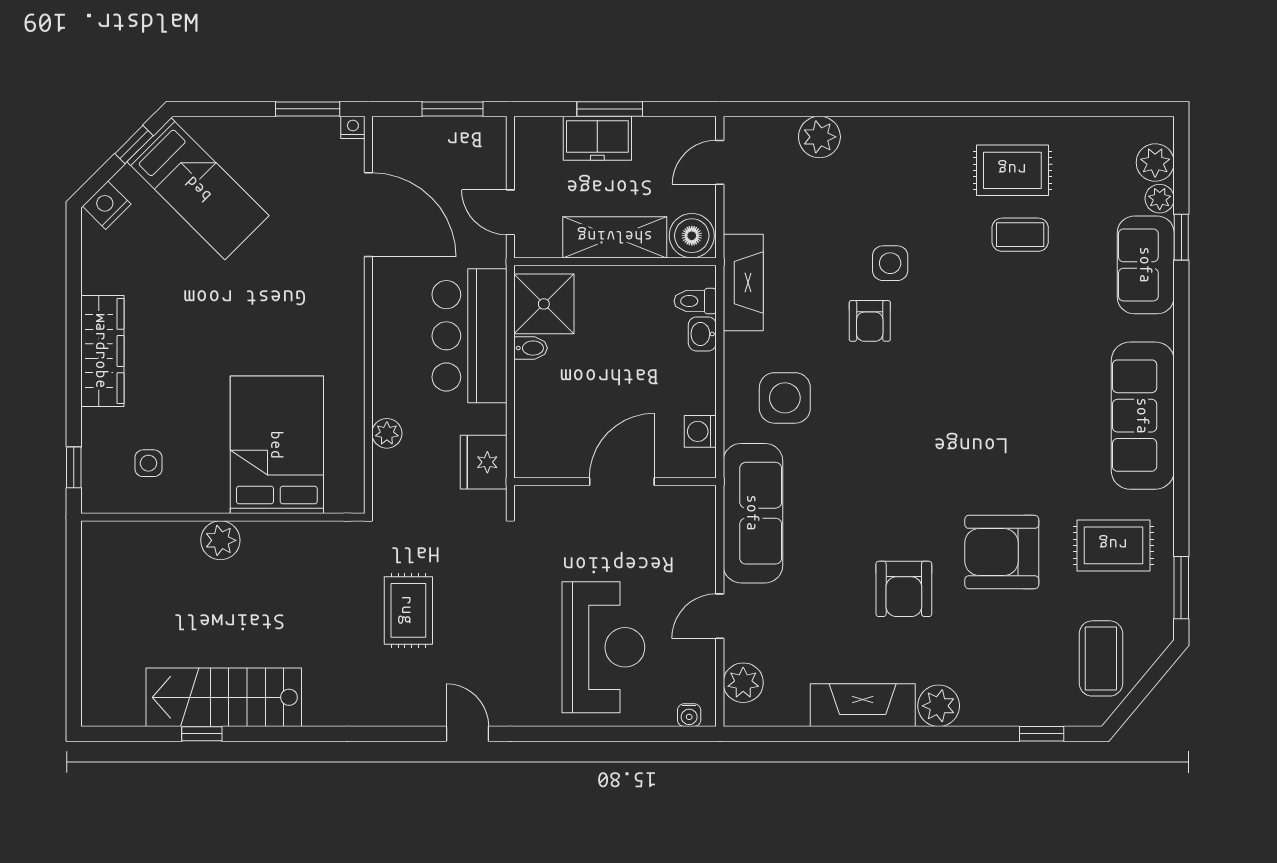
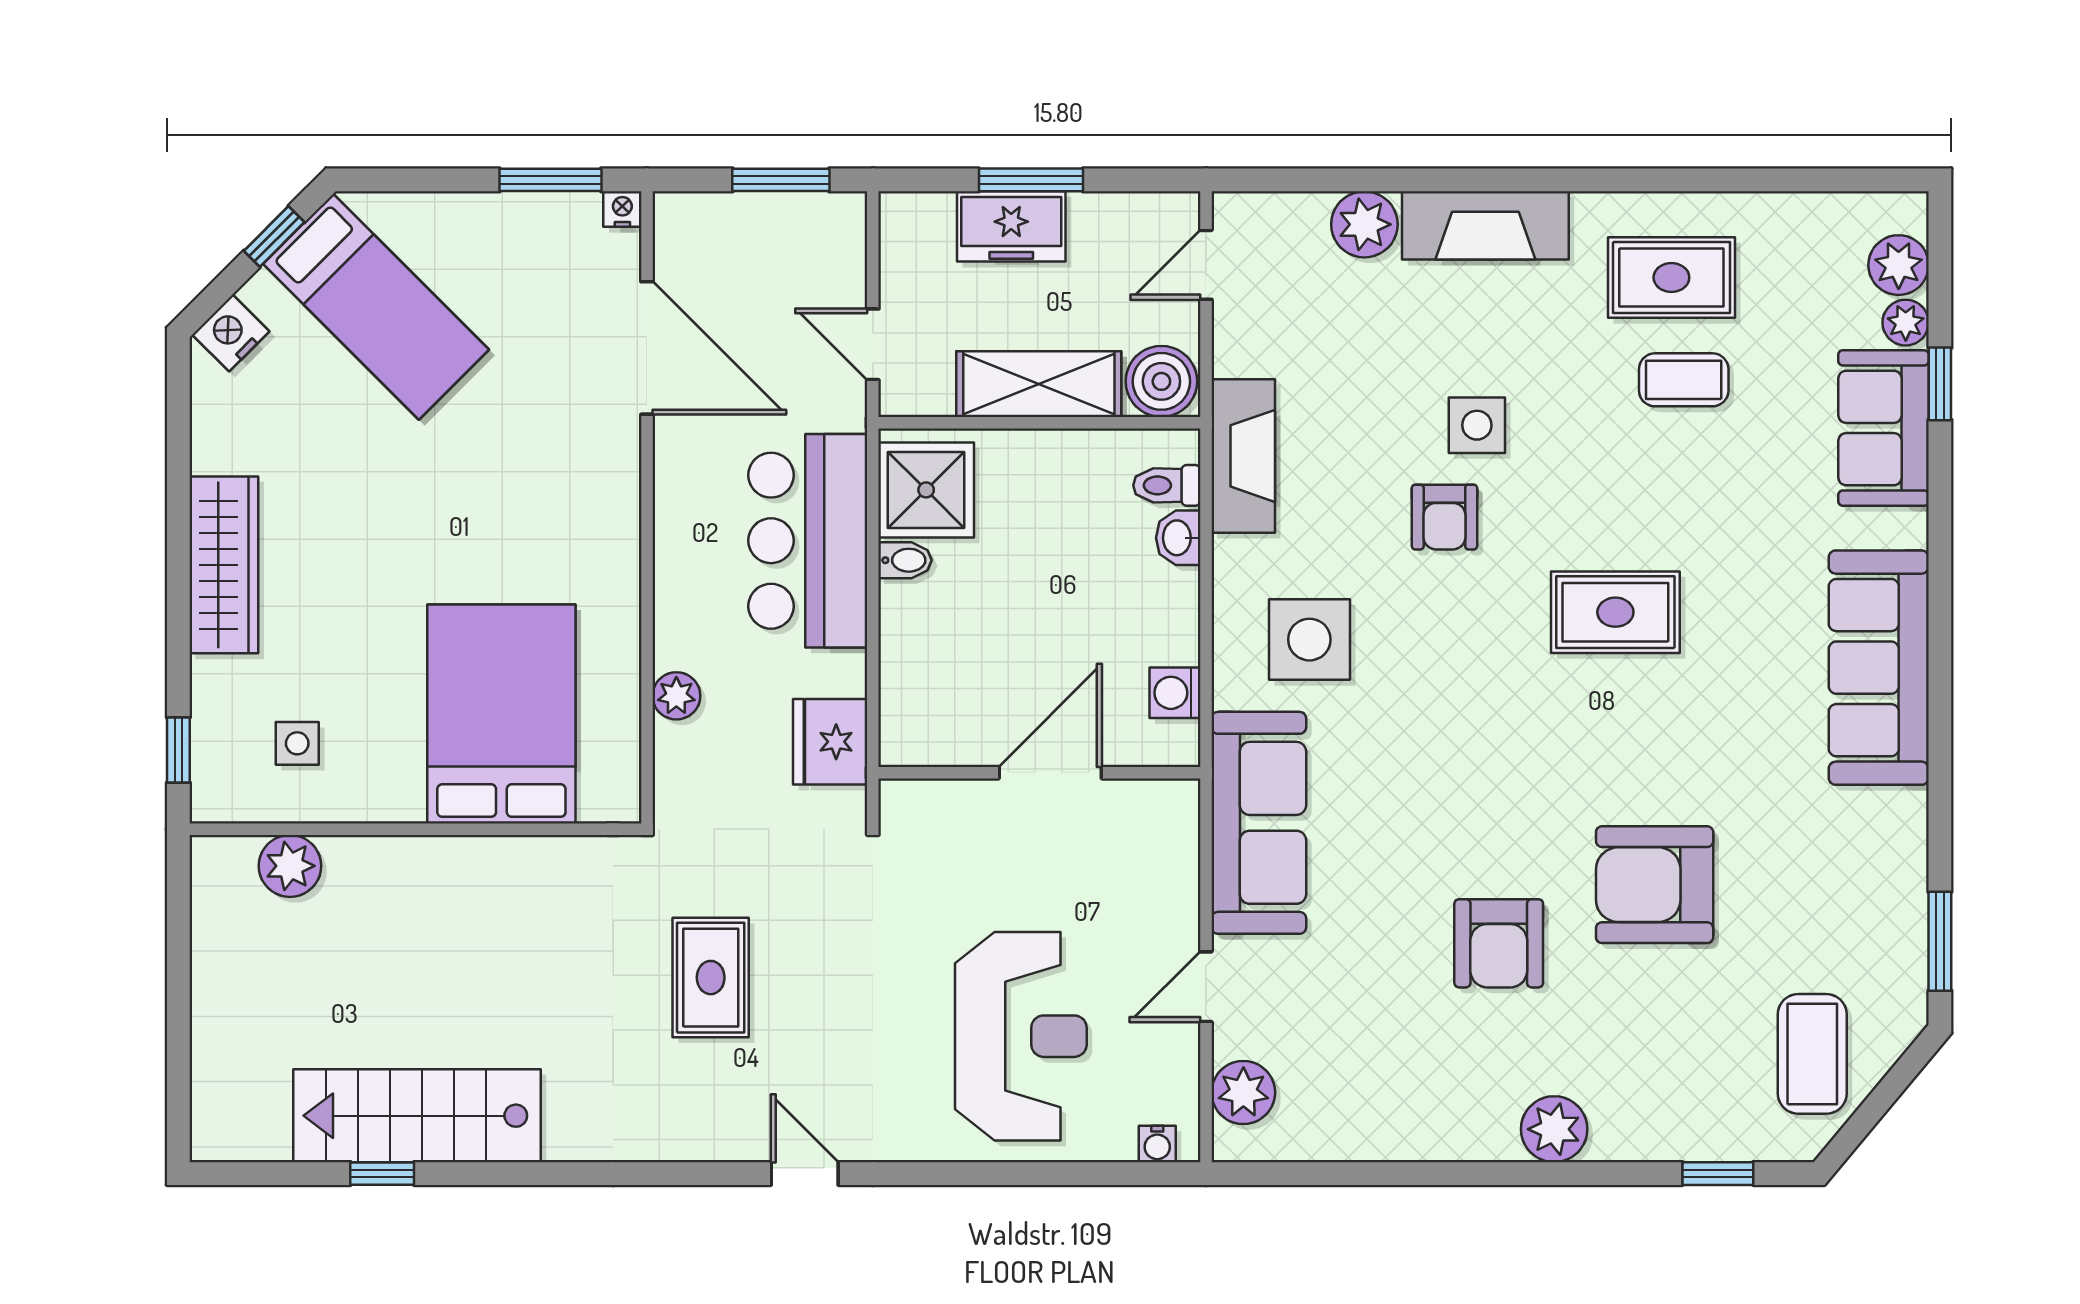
plant: (220, 540) -> (290, 866), moved
rug: (1113, 545) -> (1615, 612), moved
fireplace: (863, 705) -> (1485, 225), moved, turned 180

